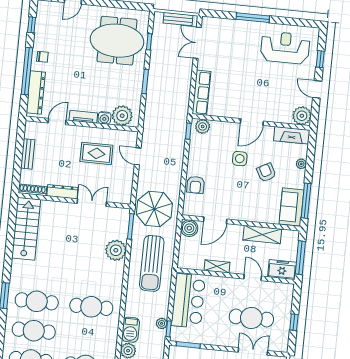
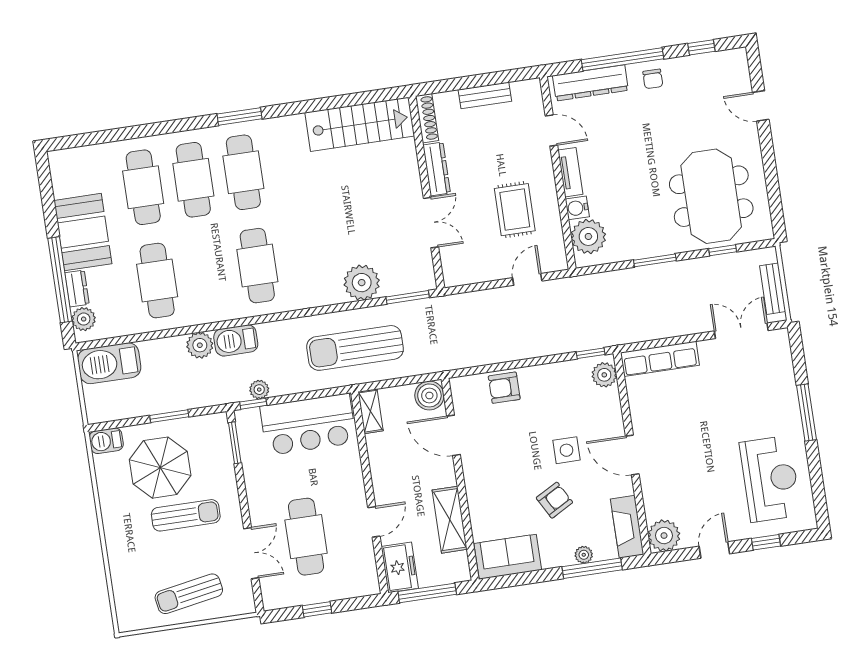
window: (306, 201) -> (592, 568), moved
parasol: (154, 209) -> (447, 329), removed
shelving: (217, 266) -> (371, 411), moved

